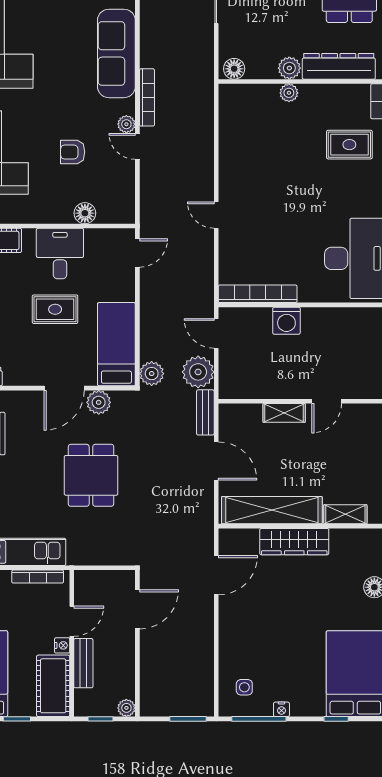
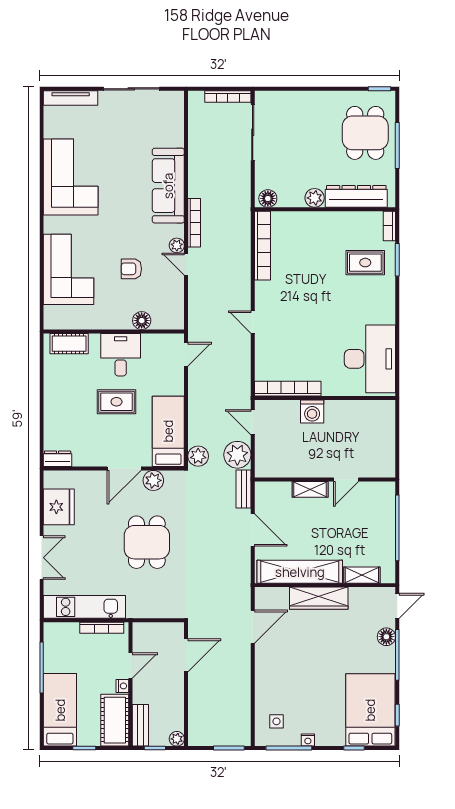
plant: (289, 93) -> (314, 219), removed
bookcase: (228, 125) -> (262, 246), added
bench: (83, 663) -> (140, 725), moved

